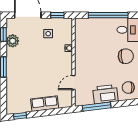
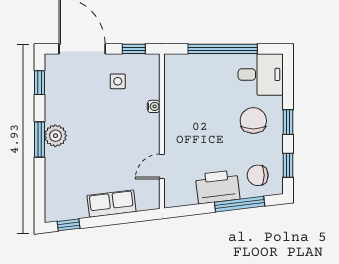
plant: (13, 41) -> (55, 136), moved
chair: (126, 56) -> (253, 121), turned -85
window: (97, 107) -> (240, 204), moved

